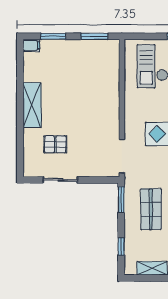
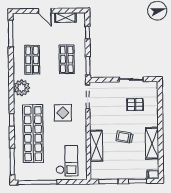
shelving: (111, 87) -> (96, 146), added
trolley: (71, 99) -> (125, 137), added
shelving: (32, 105) -> (152, 143), moved

